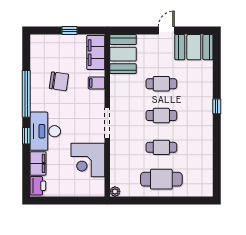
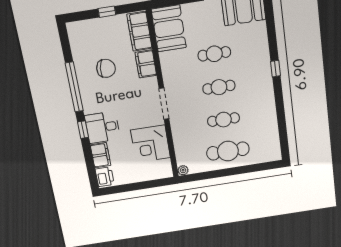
filing cabinet: (97, 83) -> (146, 64), width x2.00
desk: (45, 131) -> (103, 127), width x0.73

